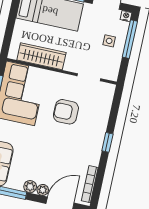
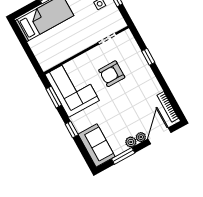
wardrobe: (41, 56) -> (65, 52), removed
window: (107, 142) -> (148, 57), moved

